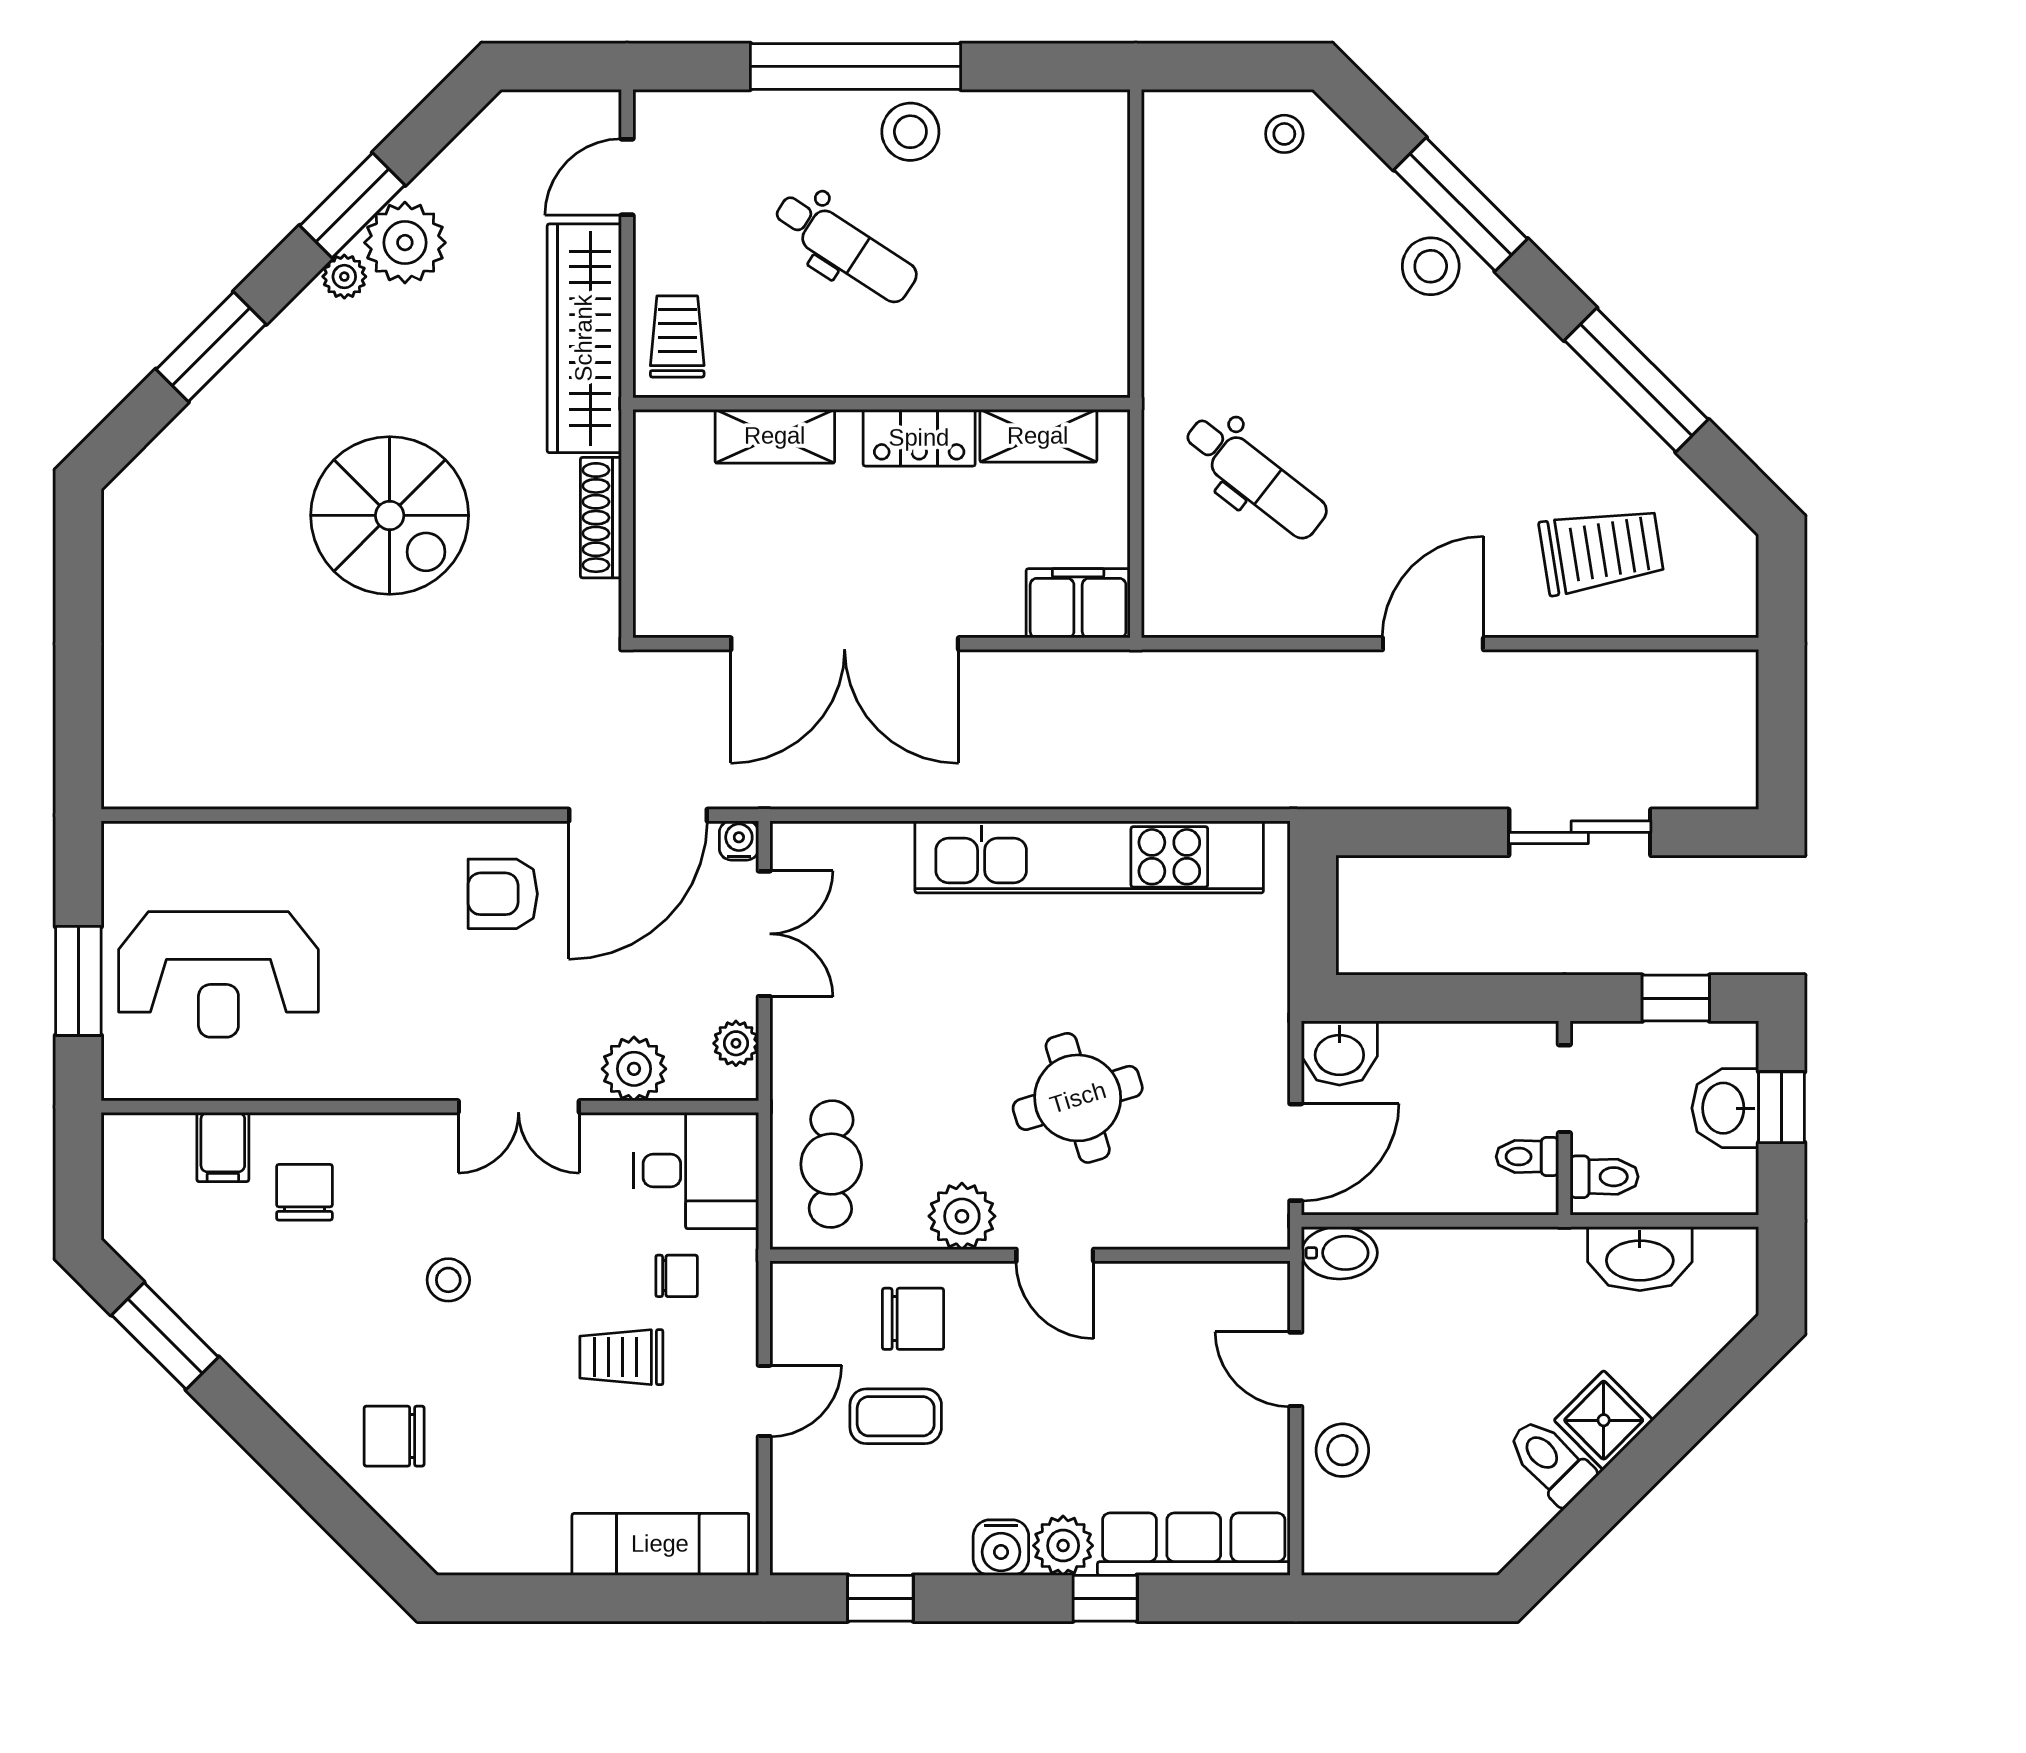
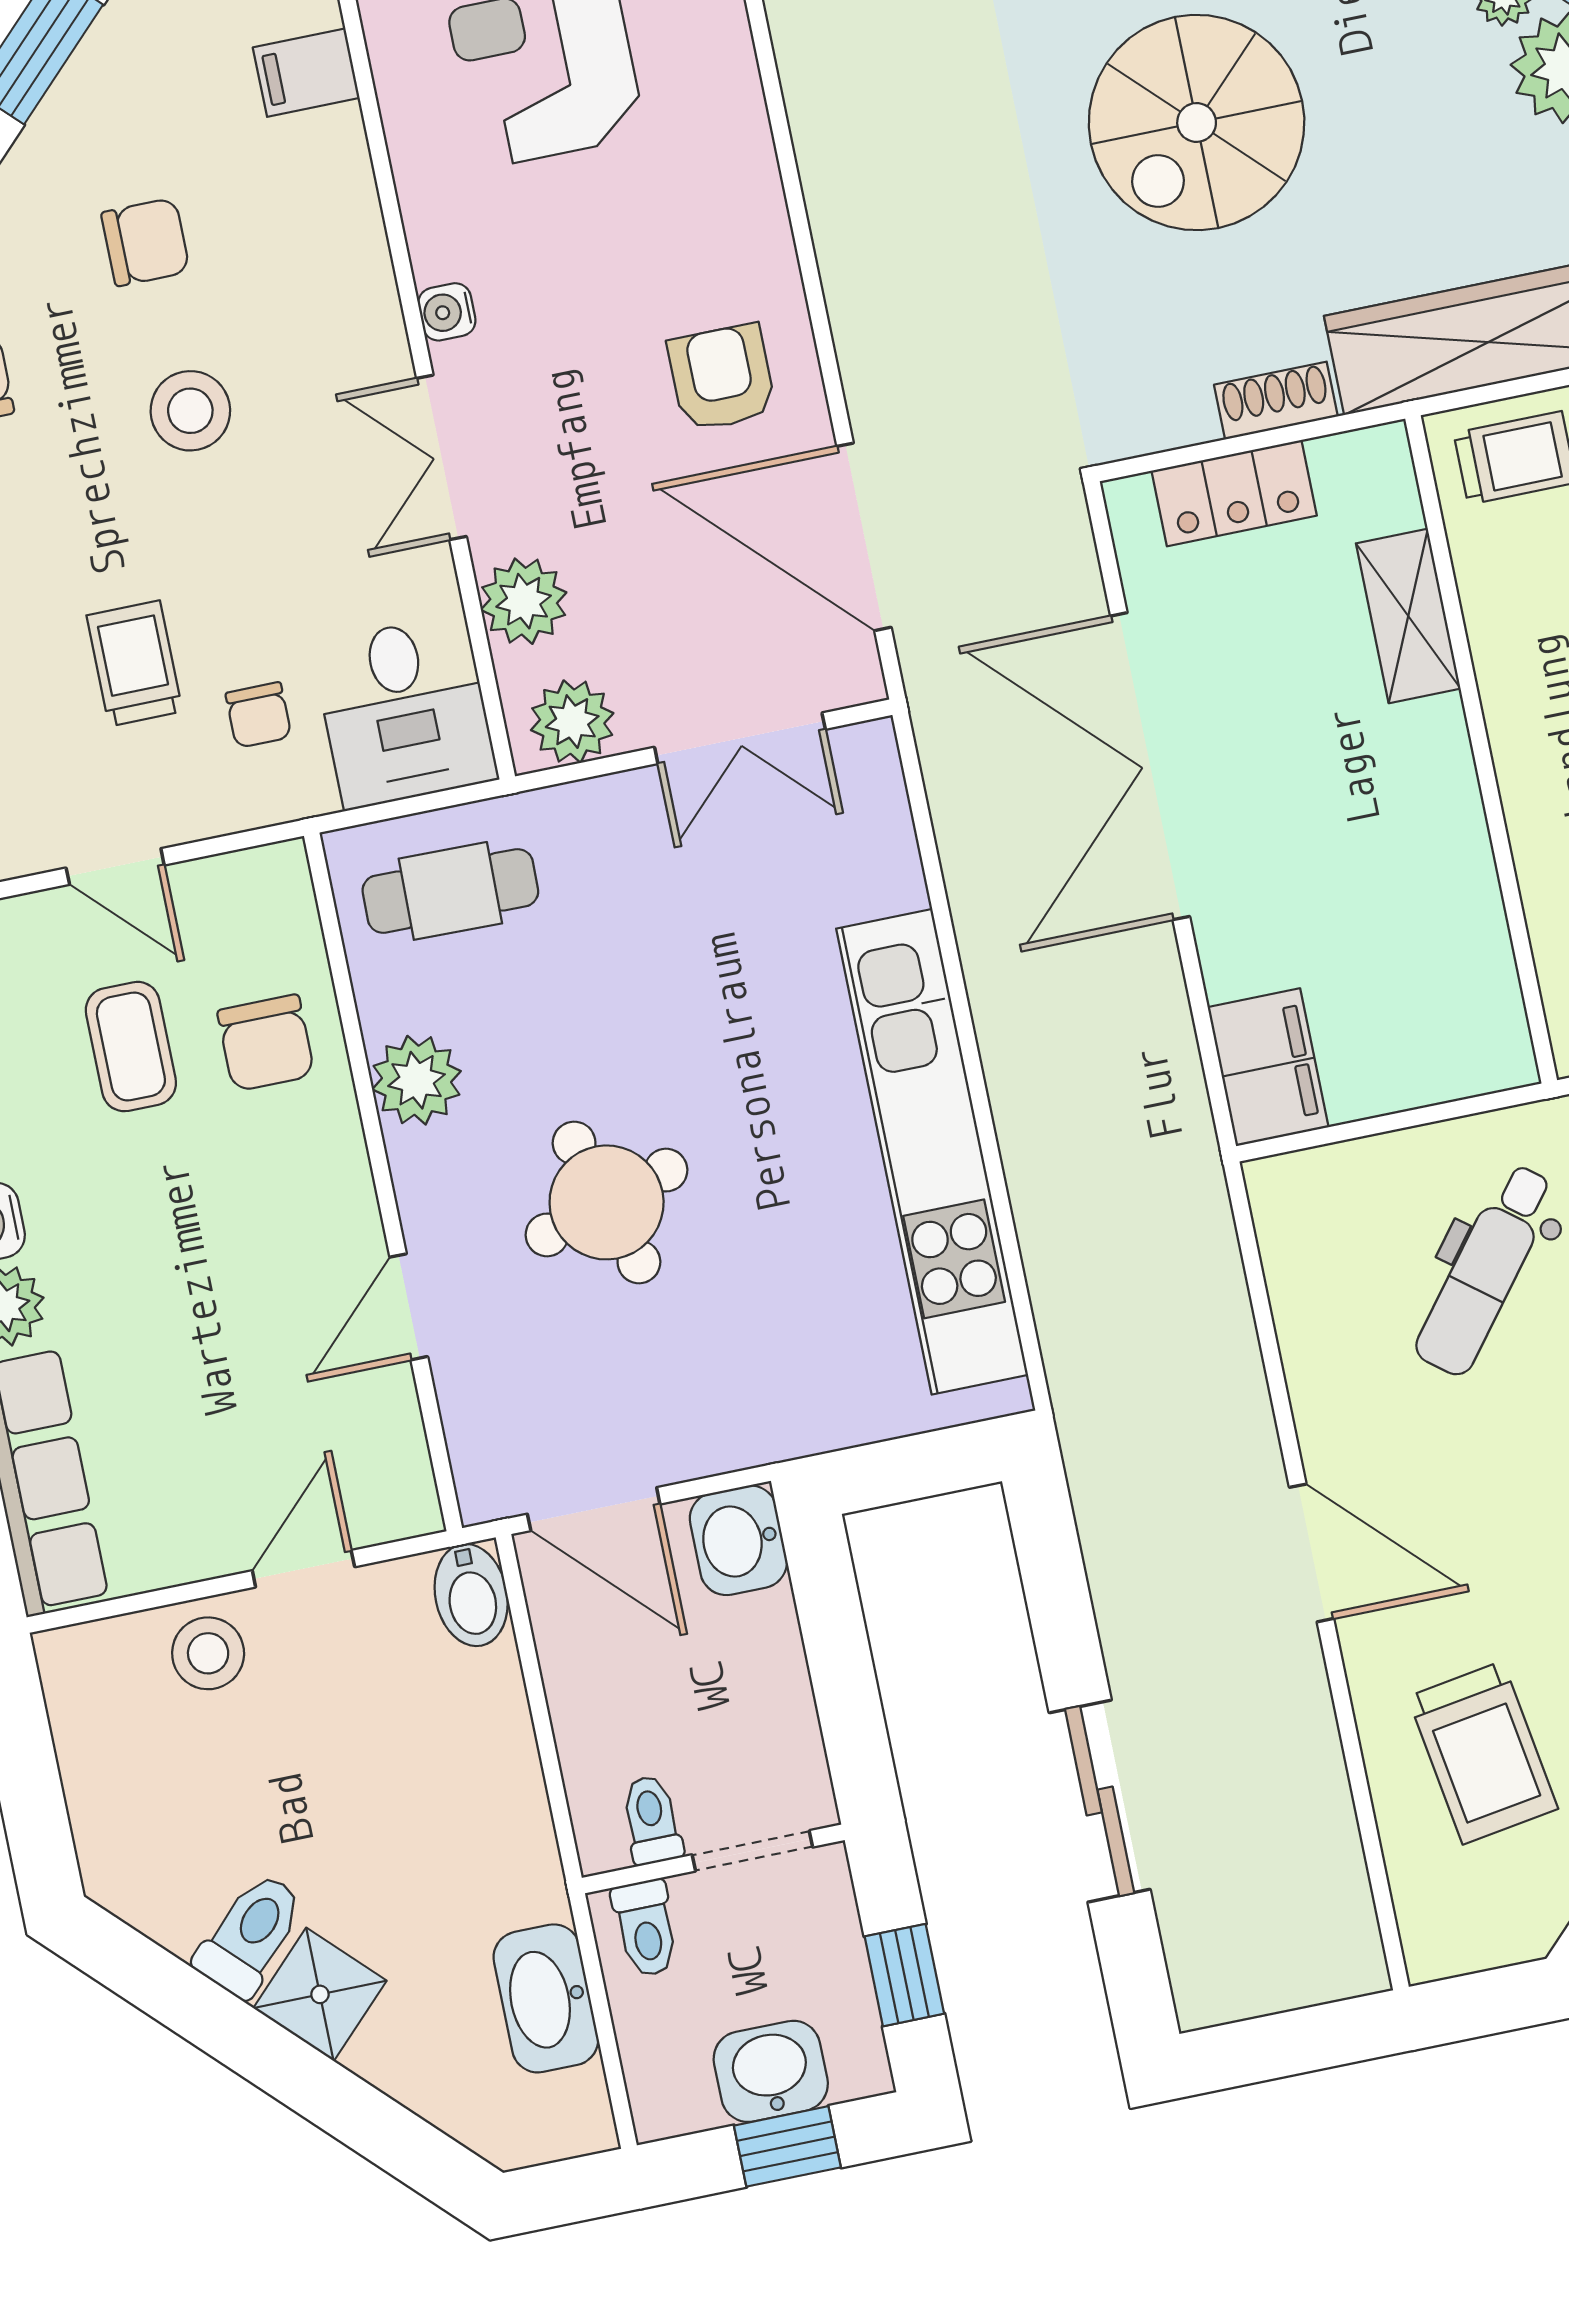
shelving: (1038, 436) -> (1481, 968), removed
locker: (919, 438) -> (1234, 493), moved, turned -90
shoe rack: (601, 518) -> (1276, 401), width x0.70
water cooler: (739, 840) -> (447, 312), moved, turned 180
plant: (736, 1043) -> (572, 722), width x1.38, depth x1.38
chair: (304, 1192) -> (145, 242), moved
door: (1055, 1255) -> (409, 1307), moved
stool: (448, 1280) -> (190, 411), width x1.37, depth x1.37

